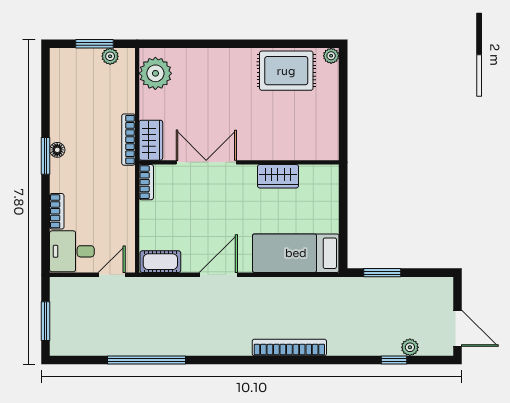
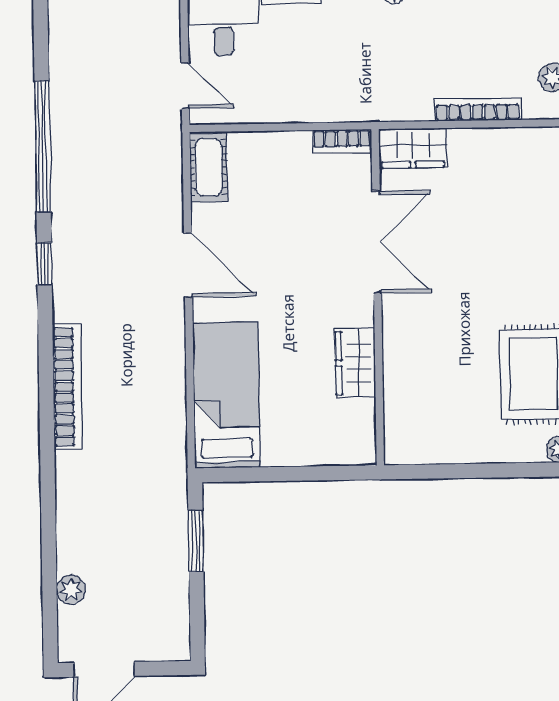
plant: (155, 73) -> (525, 154), removed
bookcase: (128, 140) -> (478, 109), moved
window: (394, 360) -> (44, 264), moved

